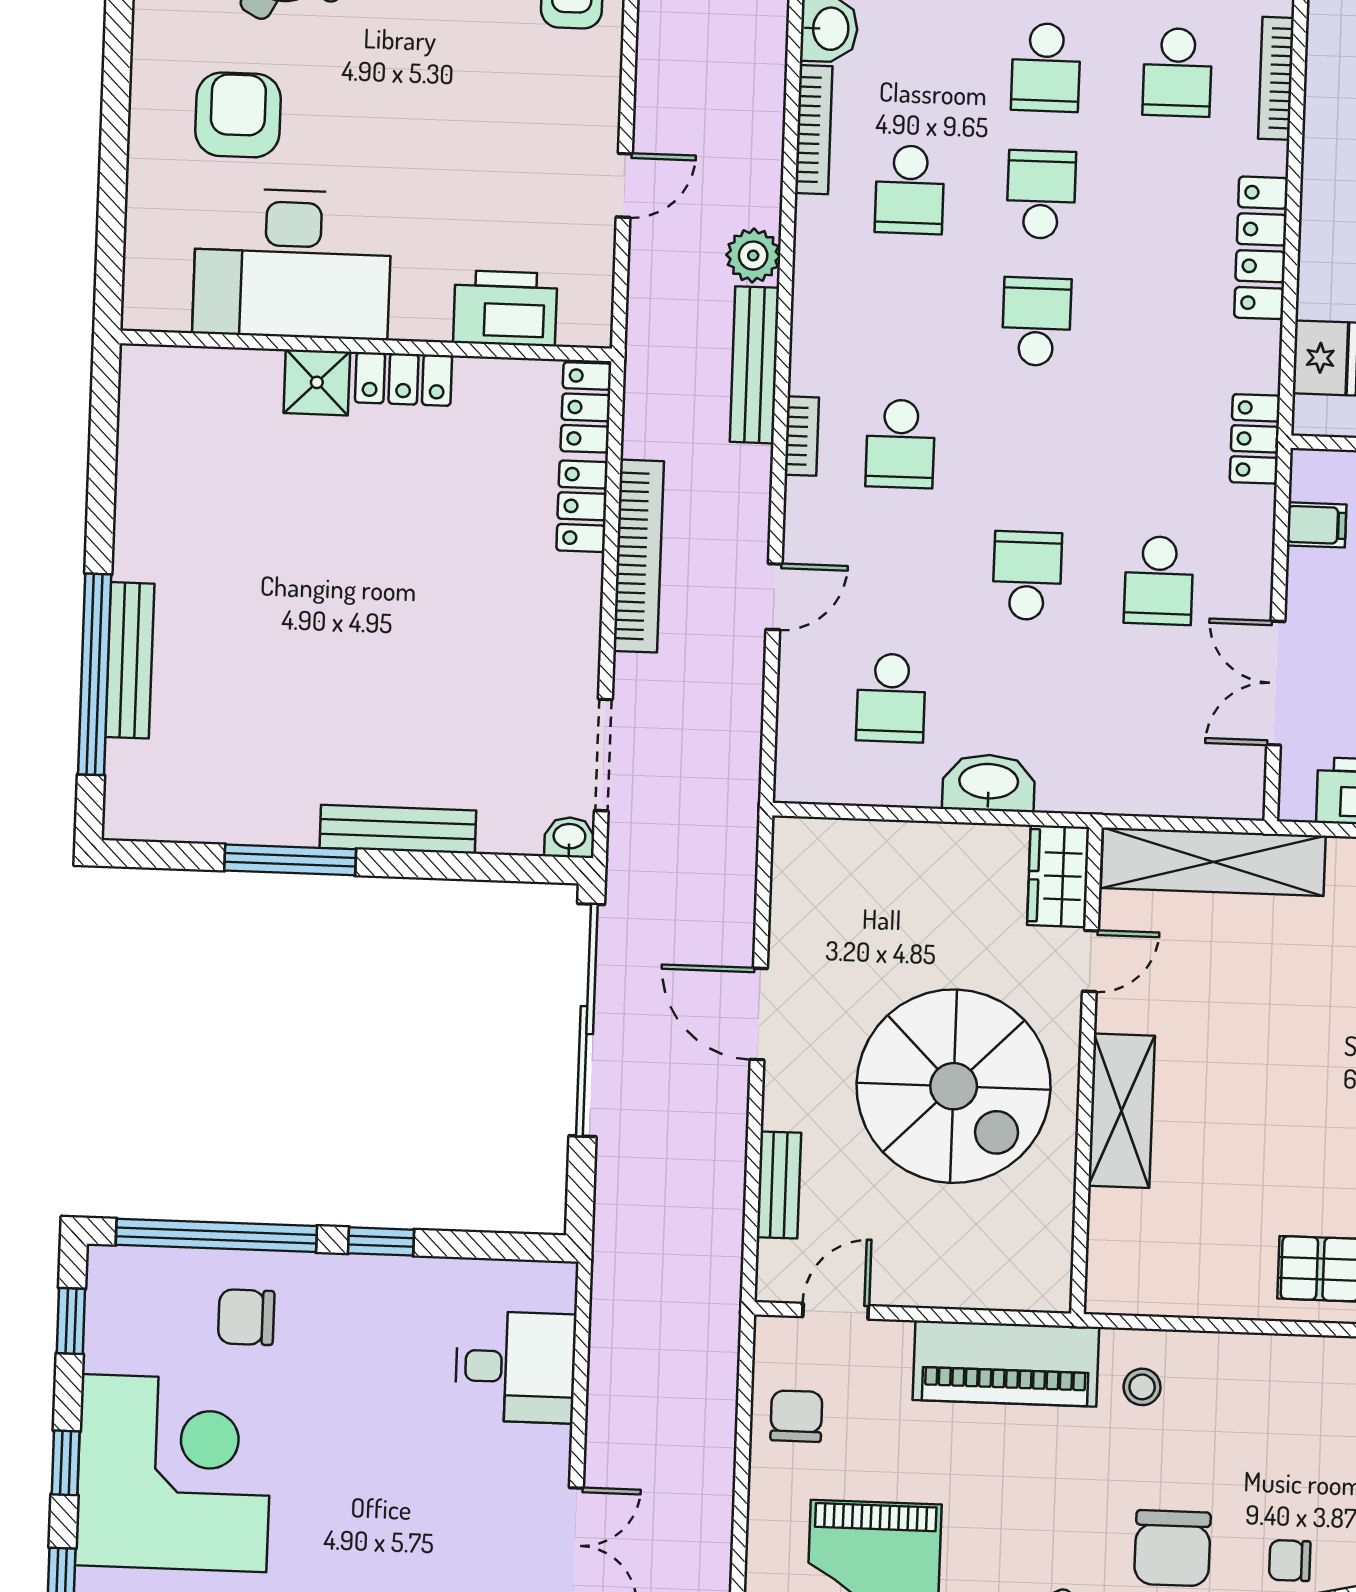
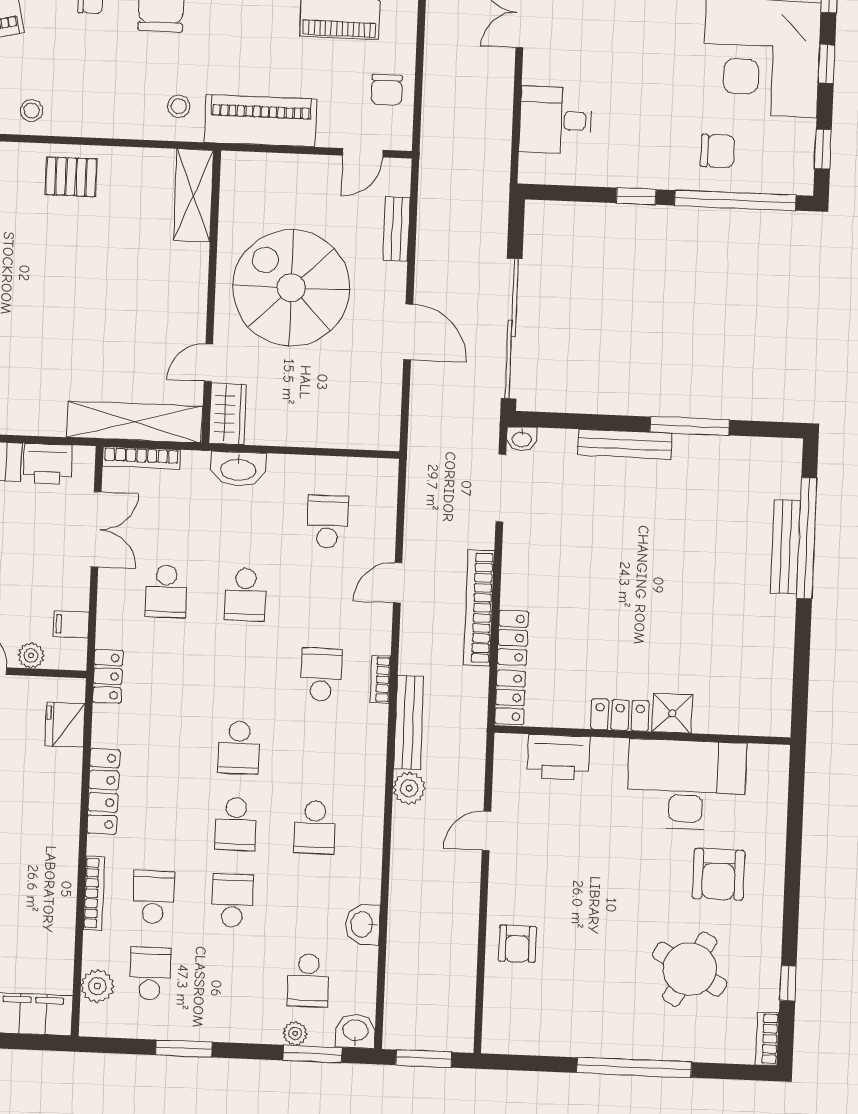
bookcase: (814, 130) -> (141, 458), moved, turned -90
school desk: (910, 190) -> (315, 827), turned 180
school desk: (1159, 580) -> (166, 591), turned 180
washbasin: (989, 783) -> (238, 469), moved
shelving: (1122, 1111) -> (193, 195), moved

